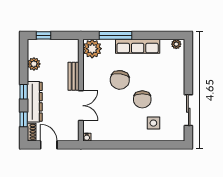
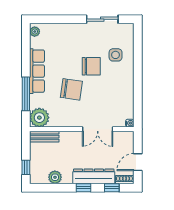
bench: (74, 76) -> (44, 137), moved
double door: (81, 106) -> (98, 129), swing flipped

